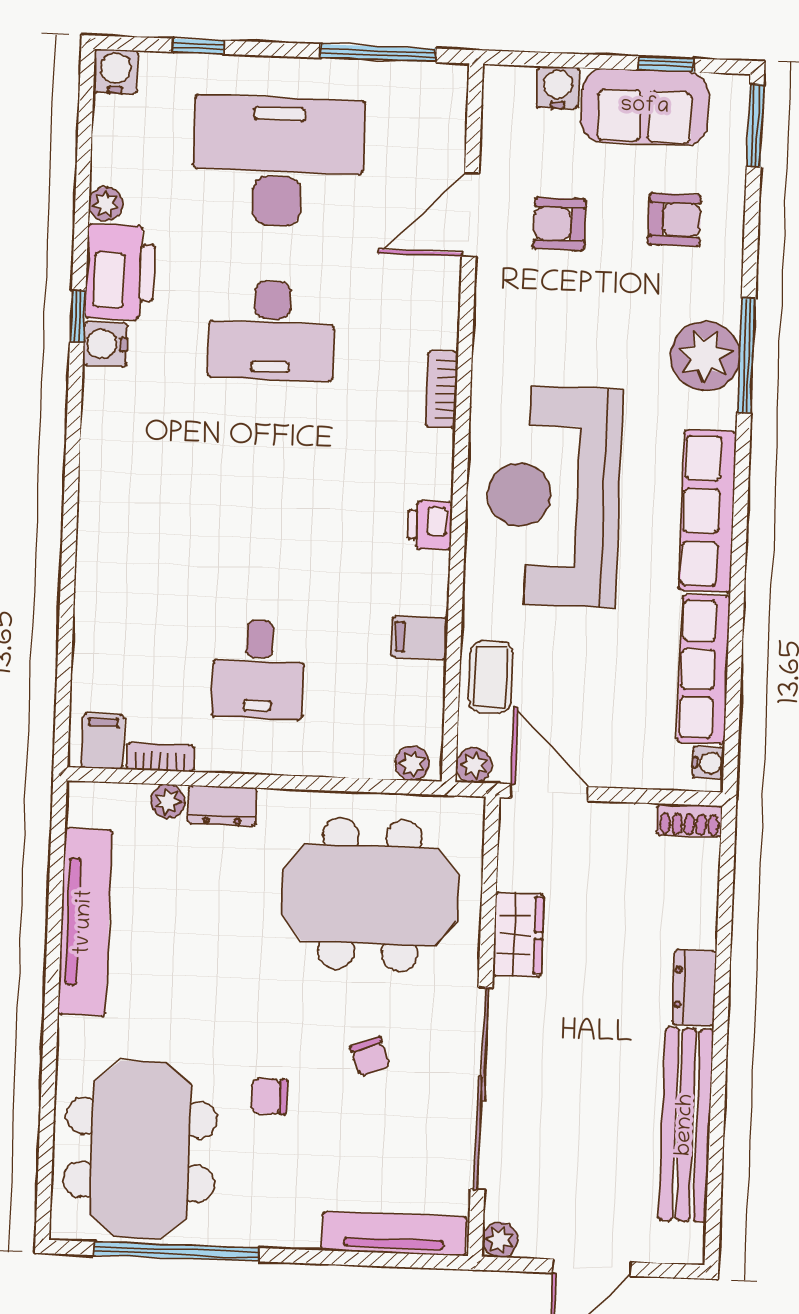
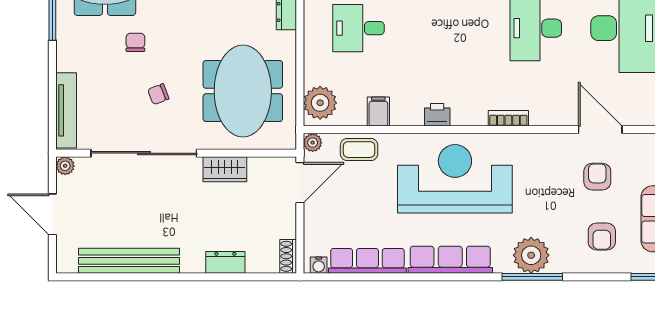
plant: (413, 763) -> (320, 103), width x1.88, depth x1.88
dresser: (694, 988) -> (225, 262), moved

